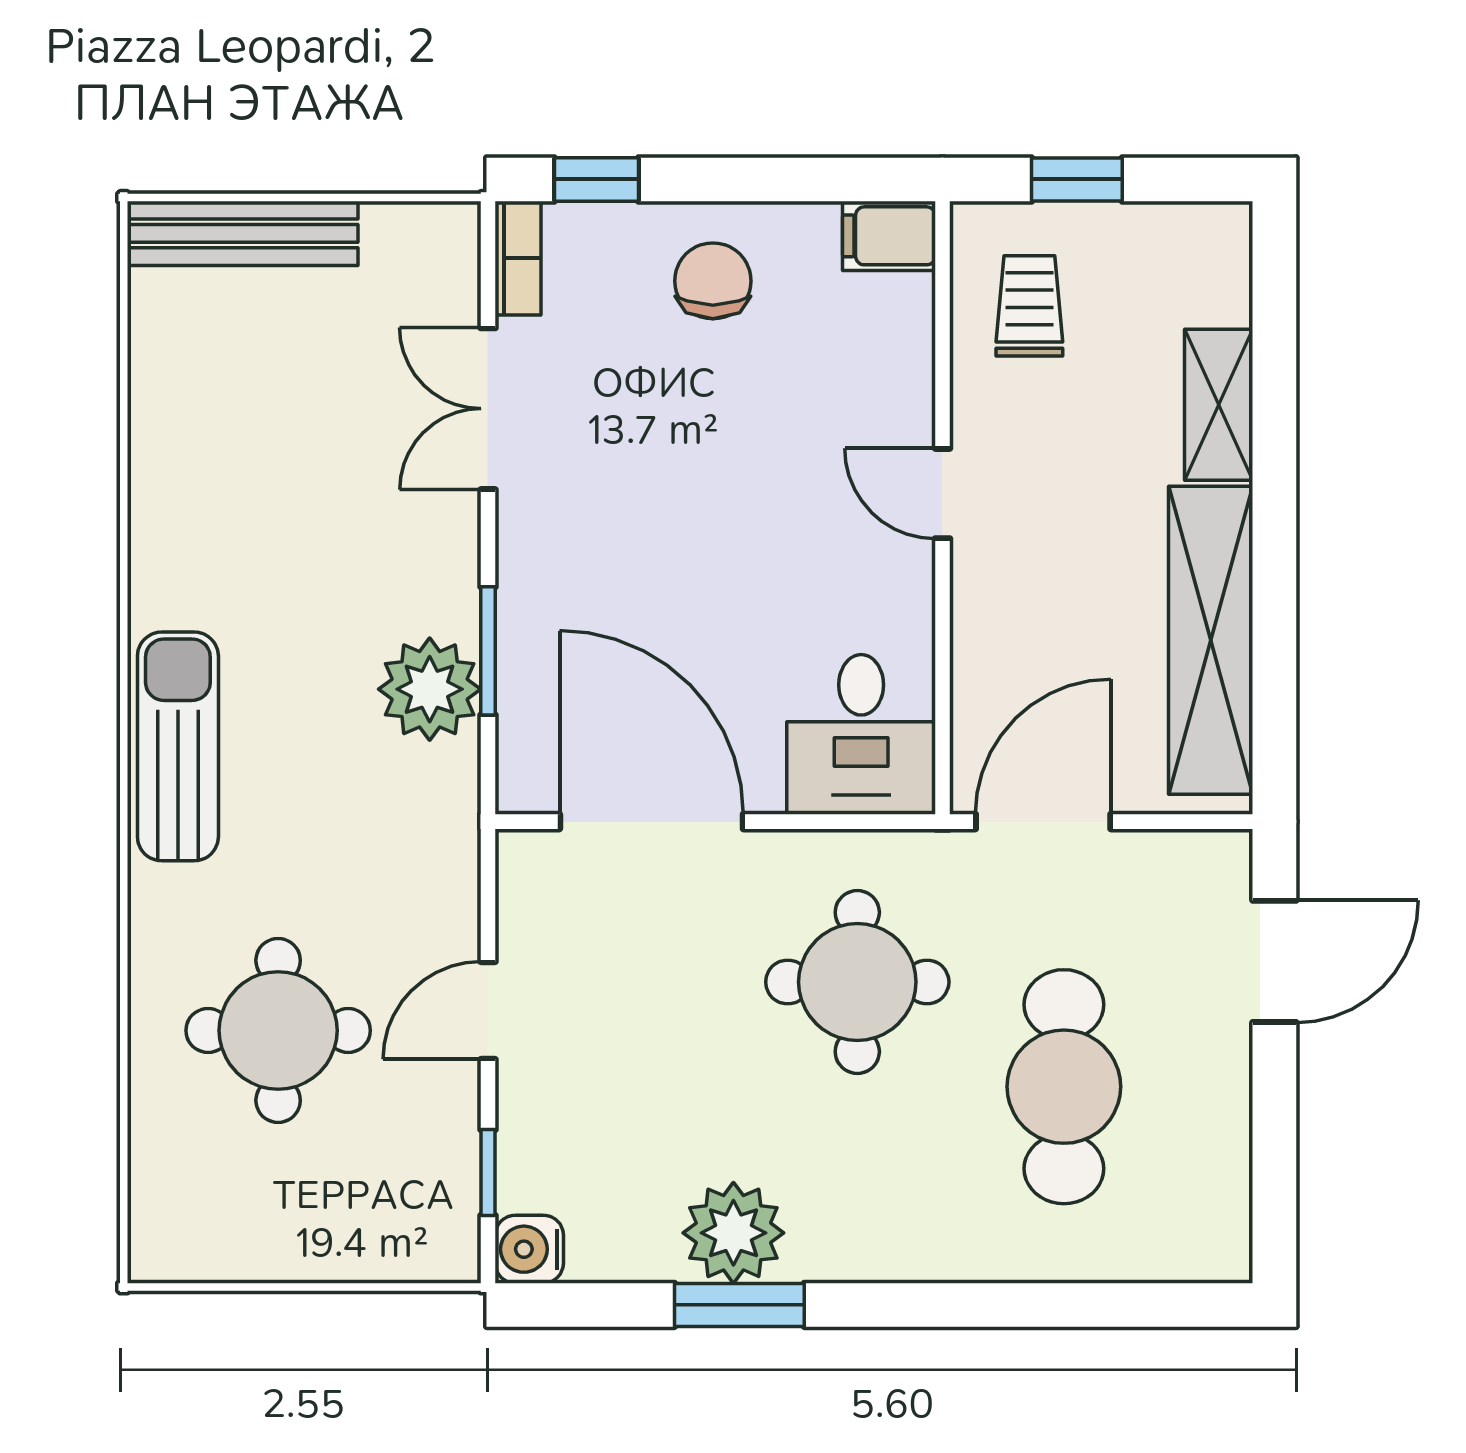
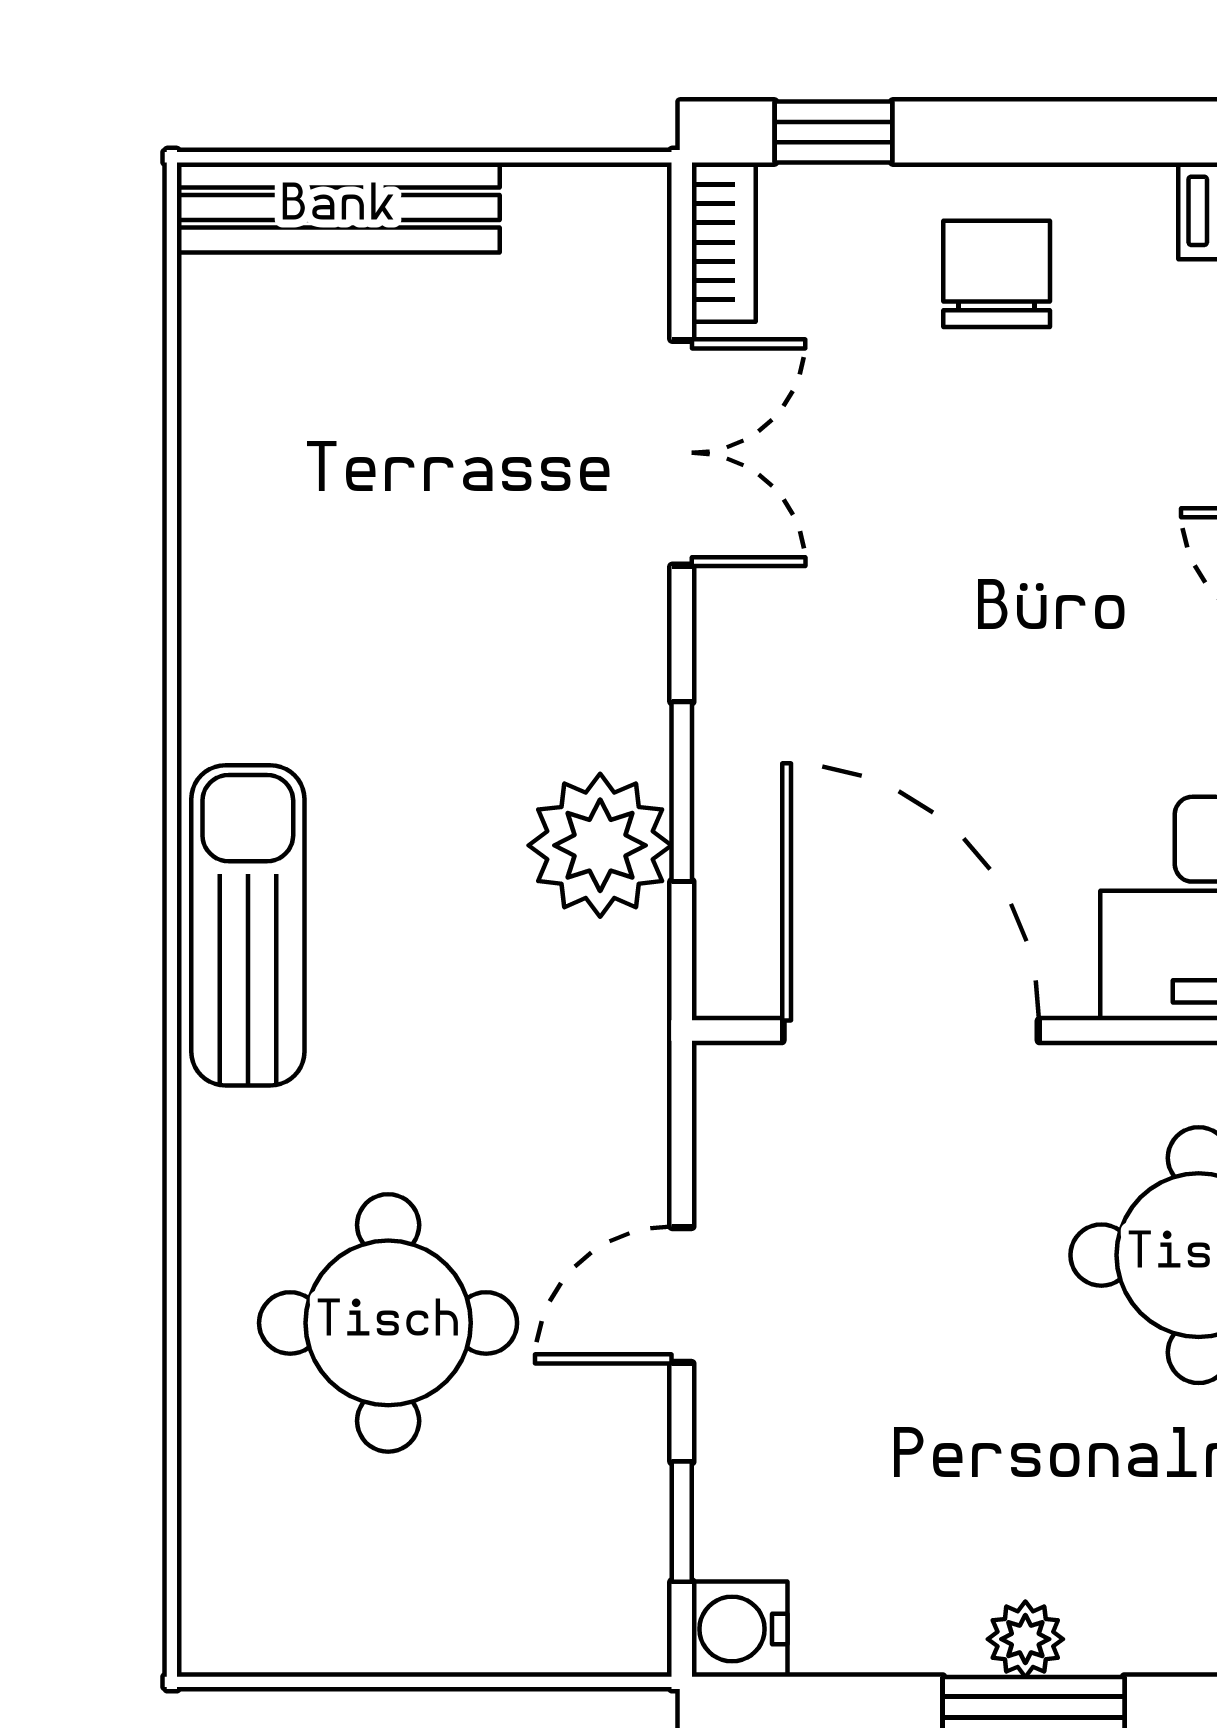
double door: (488, 409) -> (682, 453), swing flipped
plant: (733, 1233) -> (1025, 1639), width x0.53, depth x0.53

